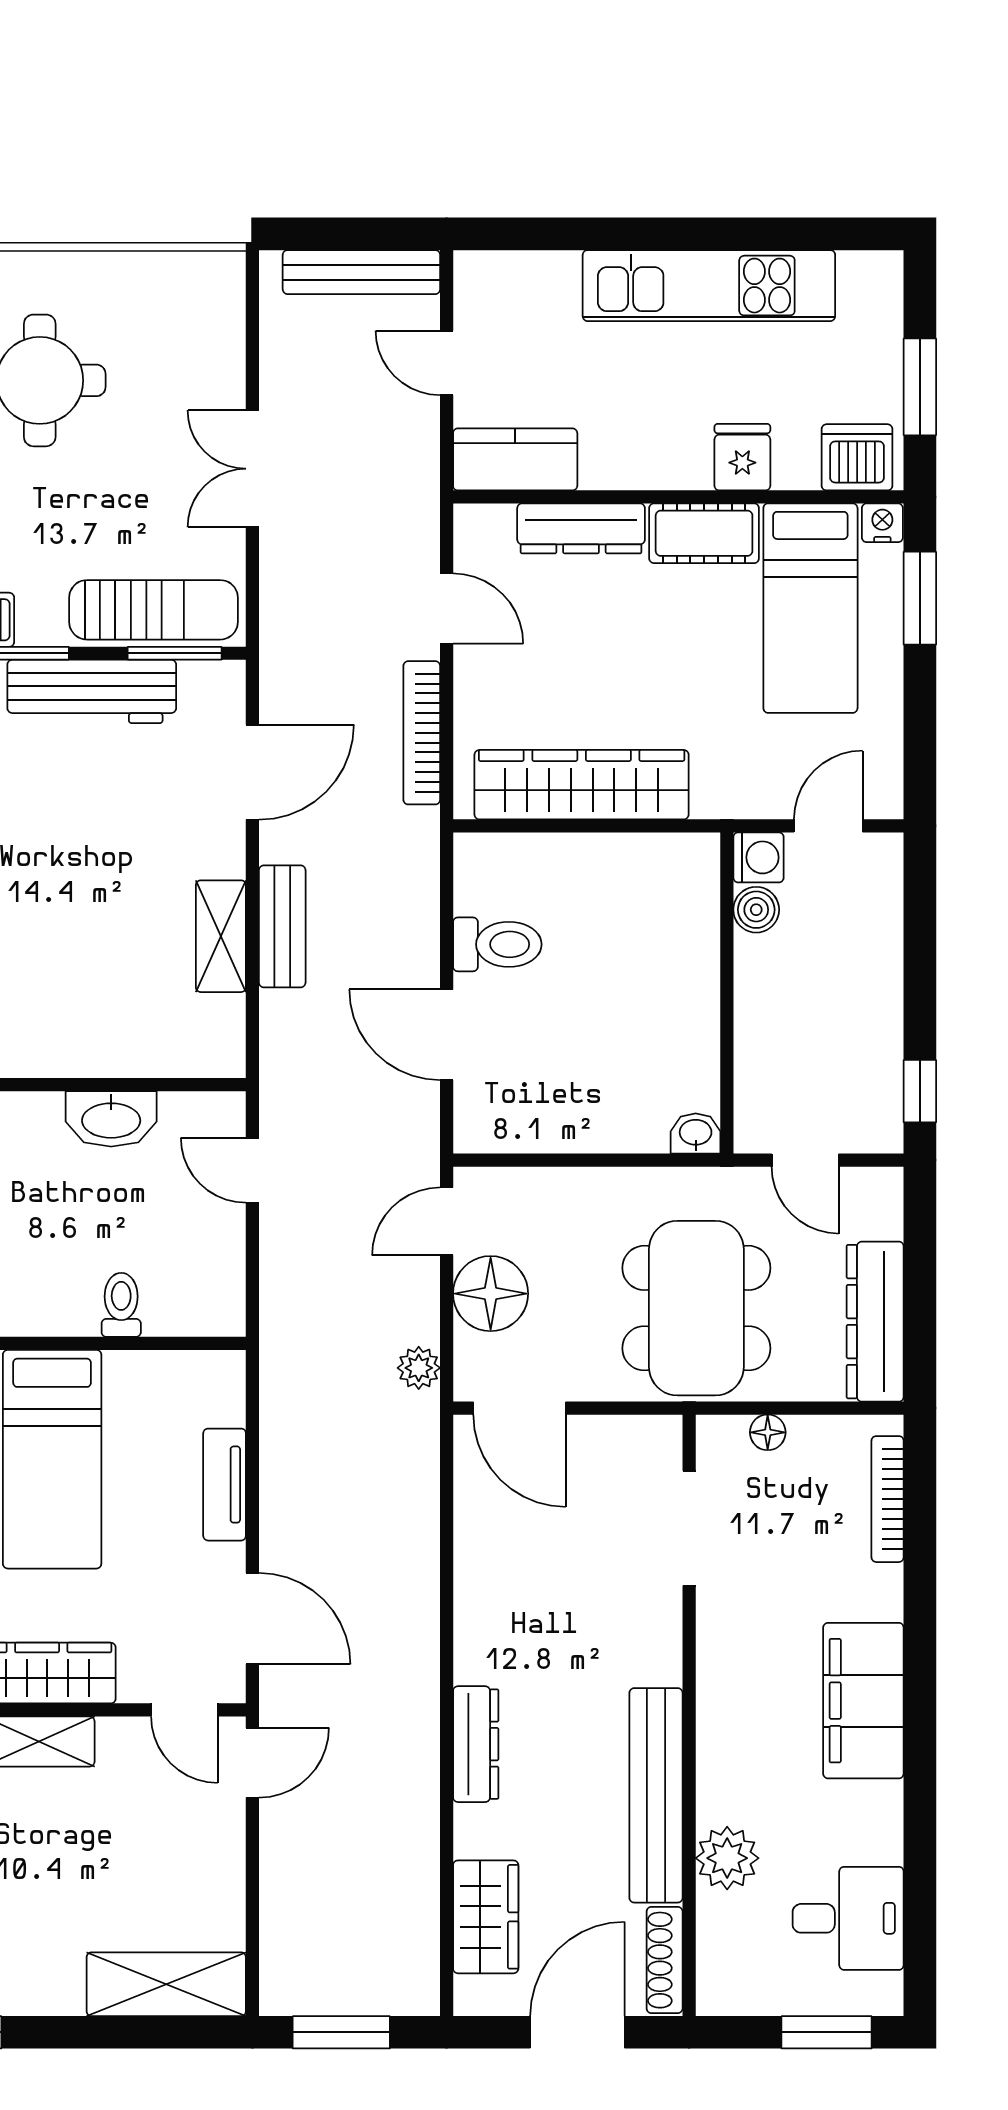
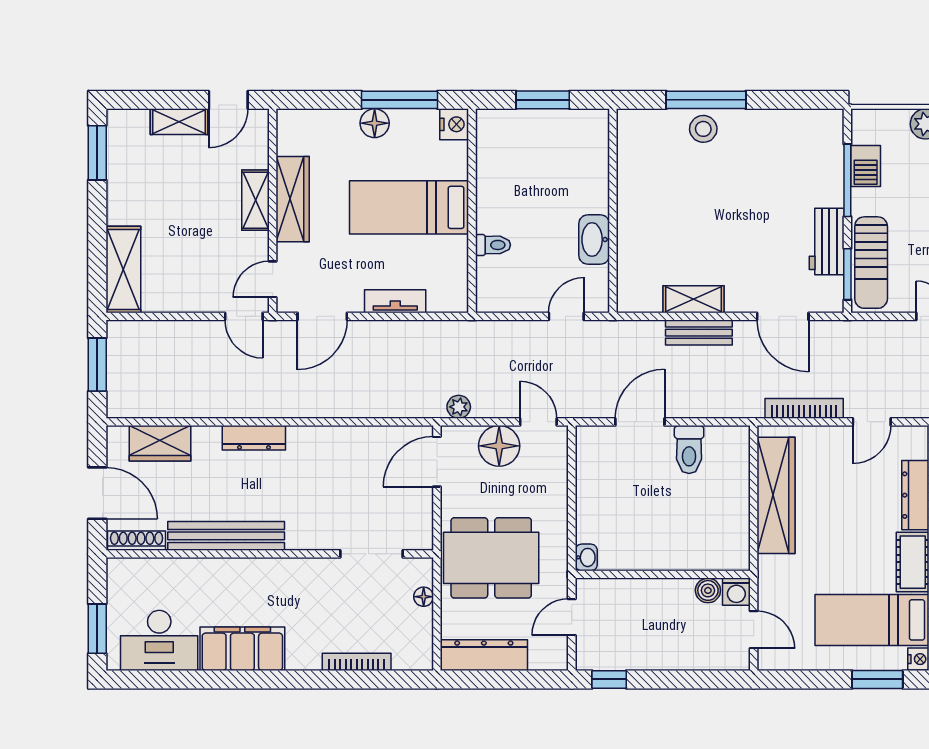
workbench: (92, 691) -> (827, 241), width x0.73
bookcase: (888, 1499) -> (357, 662), moved
filing cabinet: (863, 1701) -> (242, 649), moved
plant: (727, 1858) -> (192, 575), removed
desk: (848, 1918) -> (159, 640), width x1.37

